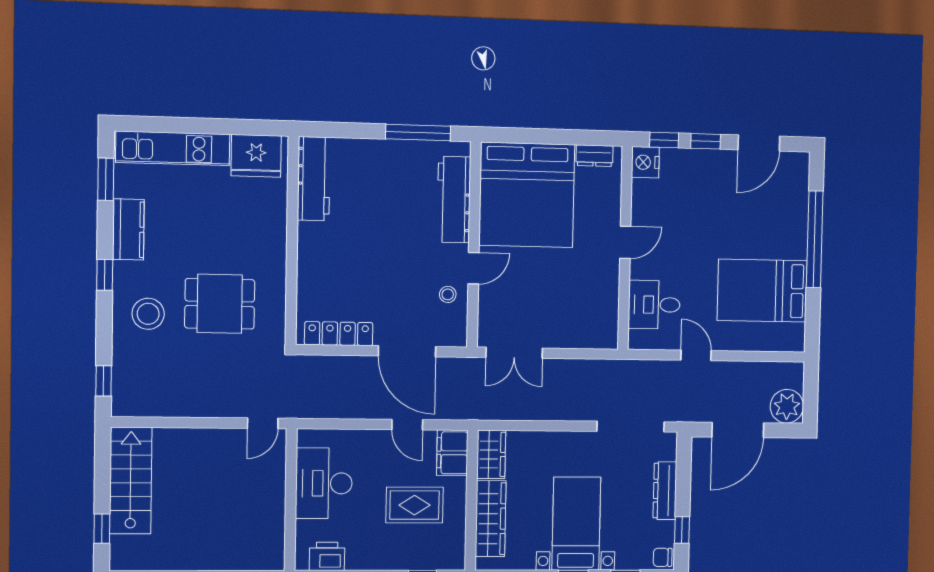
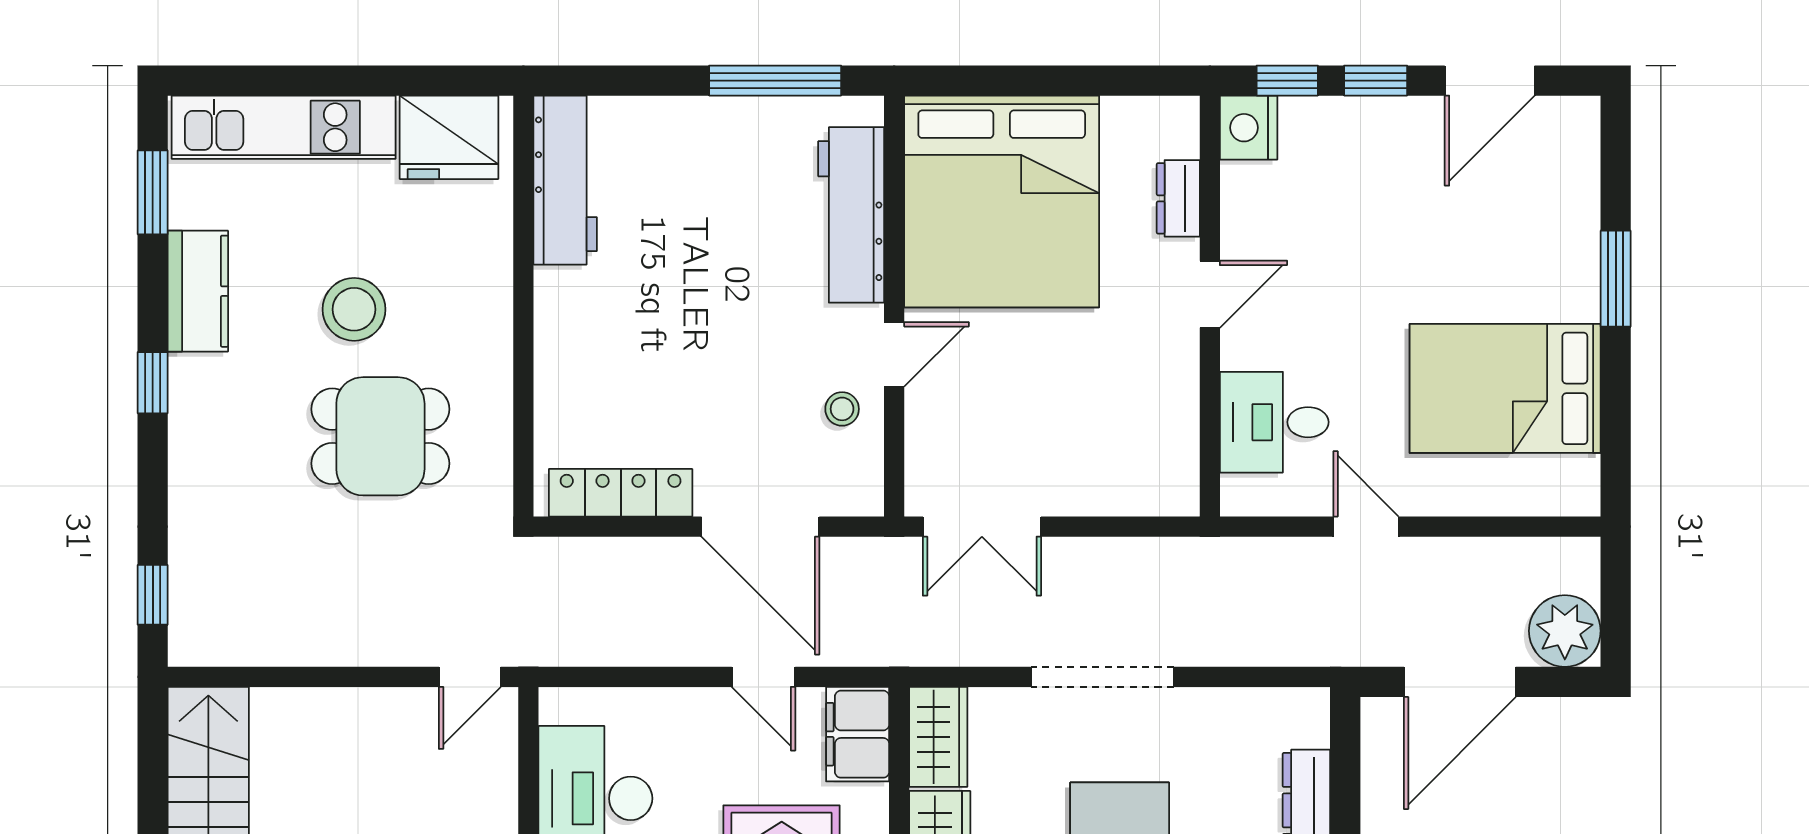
dresser: (595, 156) -> (1178, 198), moved, turned 90
window: (815, 239) -> (1616, 279), width x0.47
stool: (148, 314) -> (354, 309), moved
doorway: (631, 427) -> (1102, 677), moved

